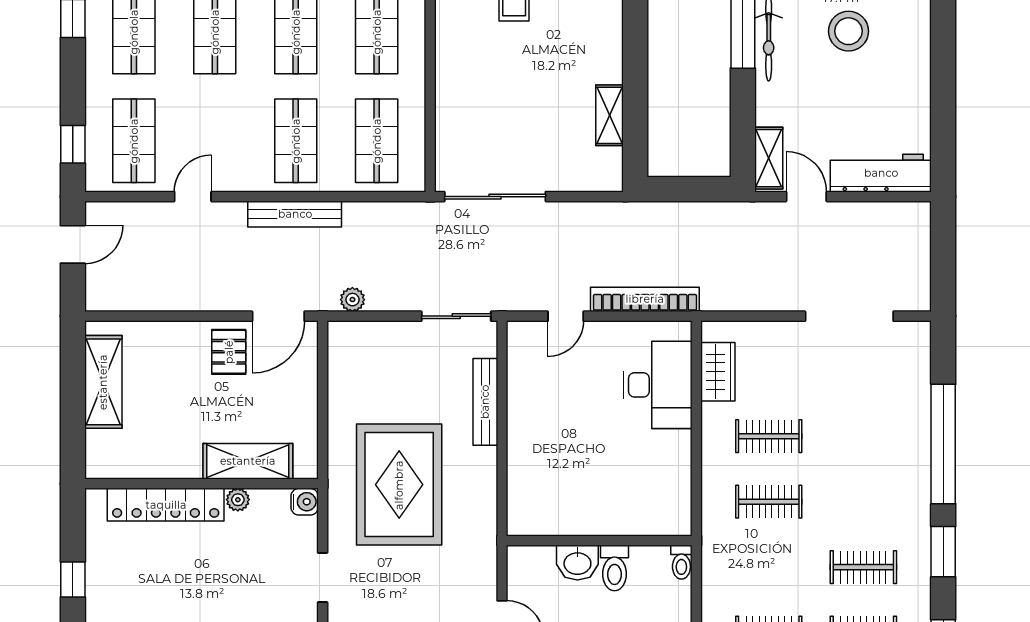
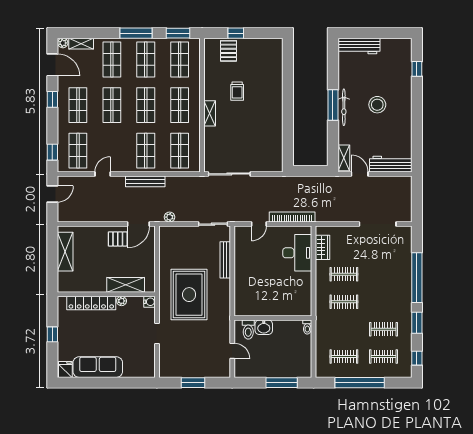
shelving: (609, 115) -> (210, 113), moved
pallet: (229, 352) -> (118, 239), turned 90
toilet: (615, 568) -> (248, 330), moved

